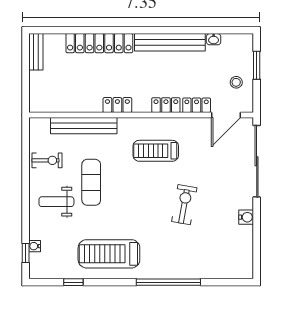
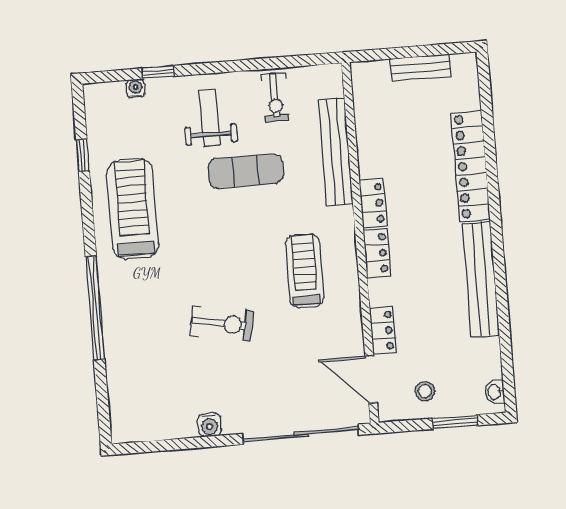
washbasin: (214, 39) -> (495, 392), moved
bench: (36, 52) -> (421, 68), moved
locker: (166, 105) -> (377, 253), moved
window: (26, 253) -> (158, 72), moved

